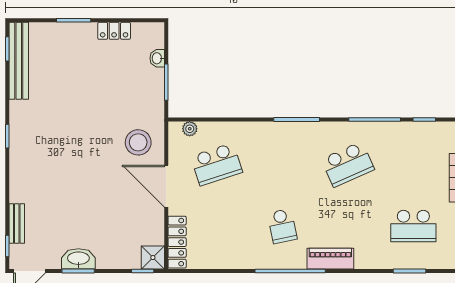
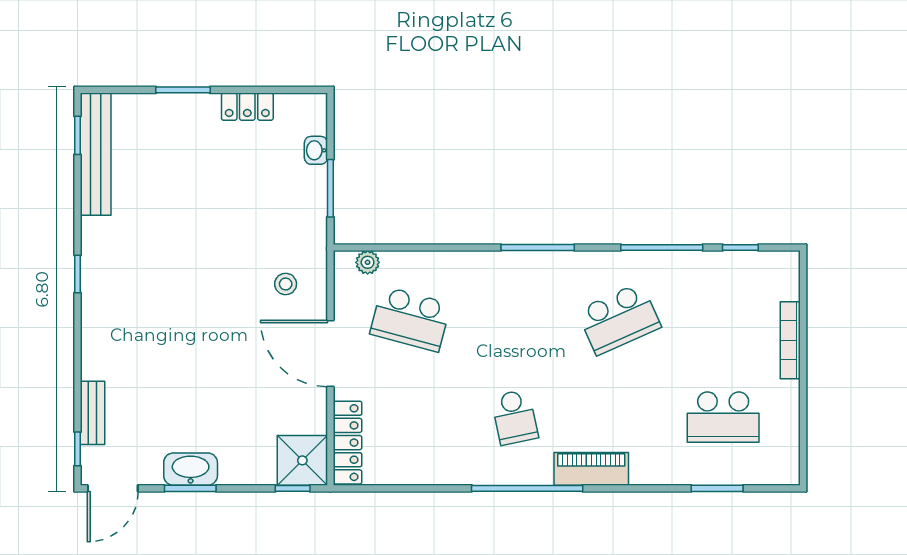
stool: (138, 142) -> (286, 284), width x0.53, depth x0.53
school desk: (217, 164) -> (410, 319), turned 33
shower: (153, 258) -> (302, 460), width x1.36, depth x1.36

